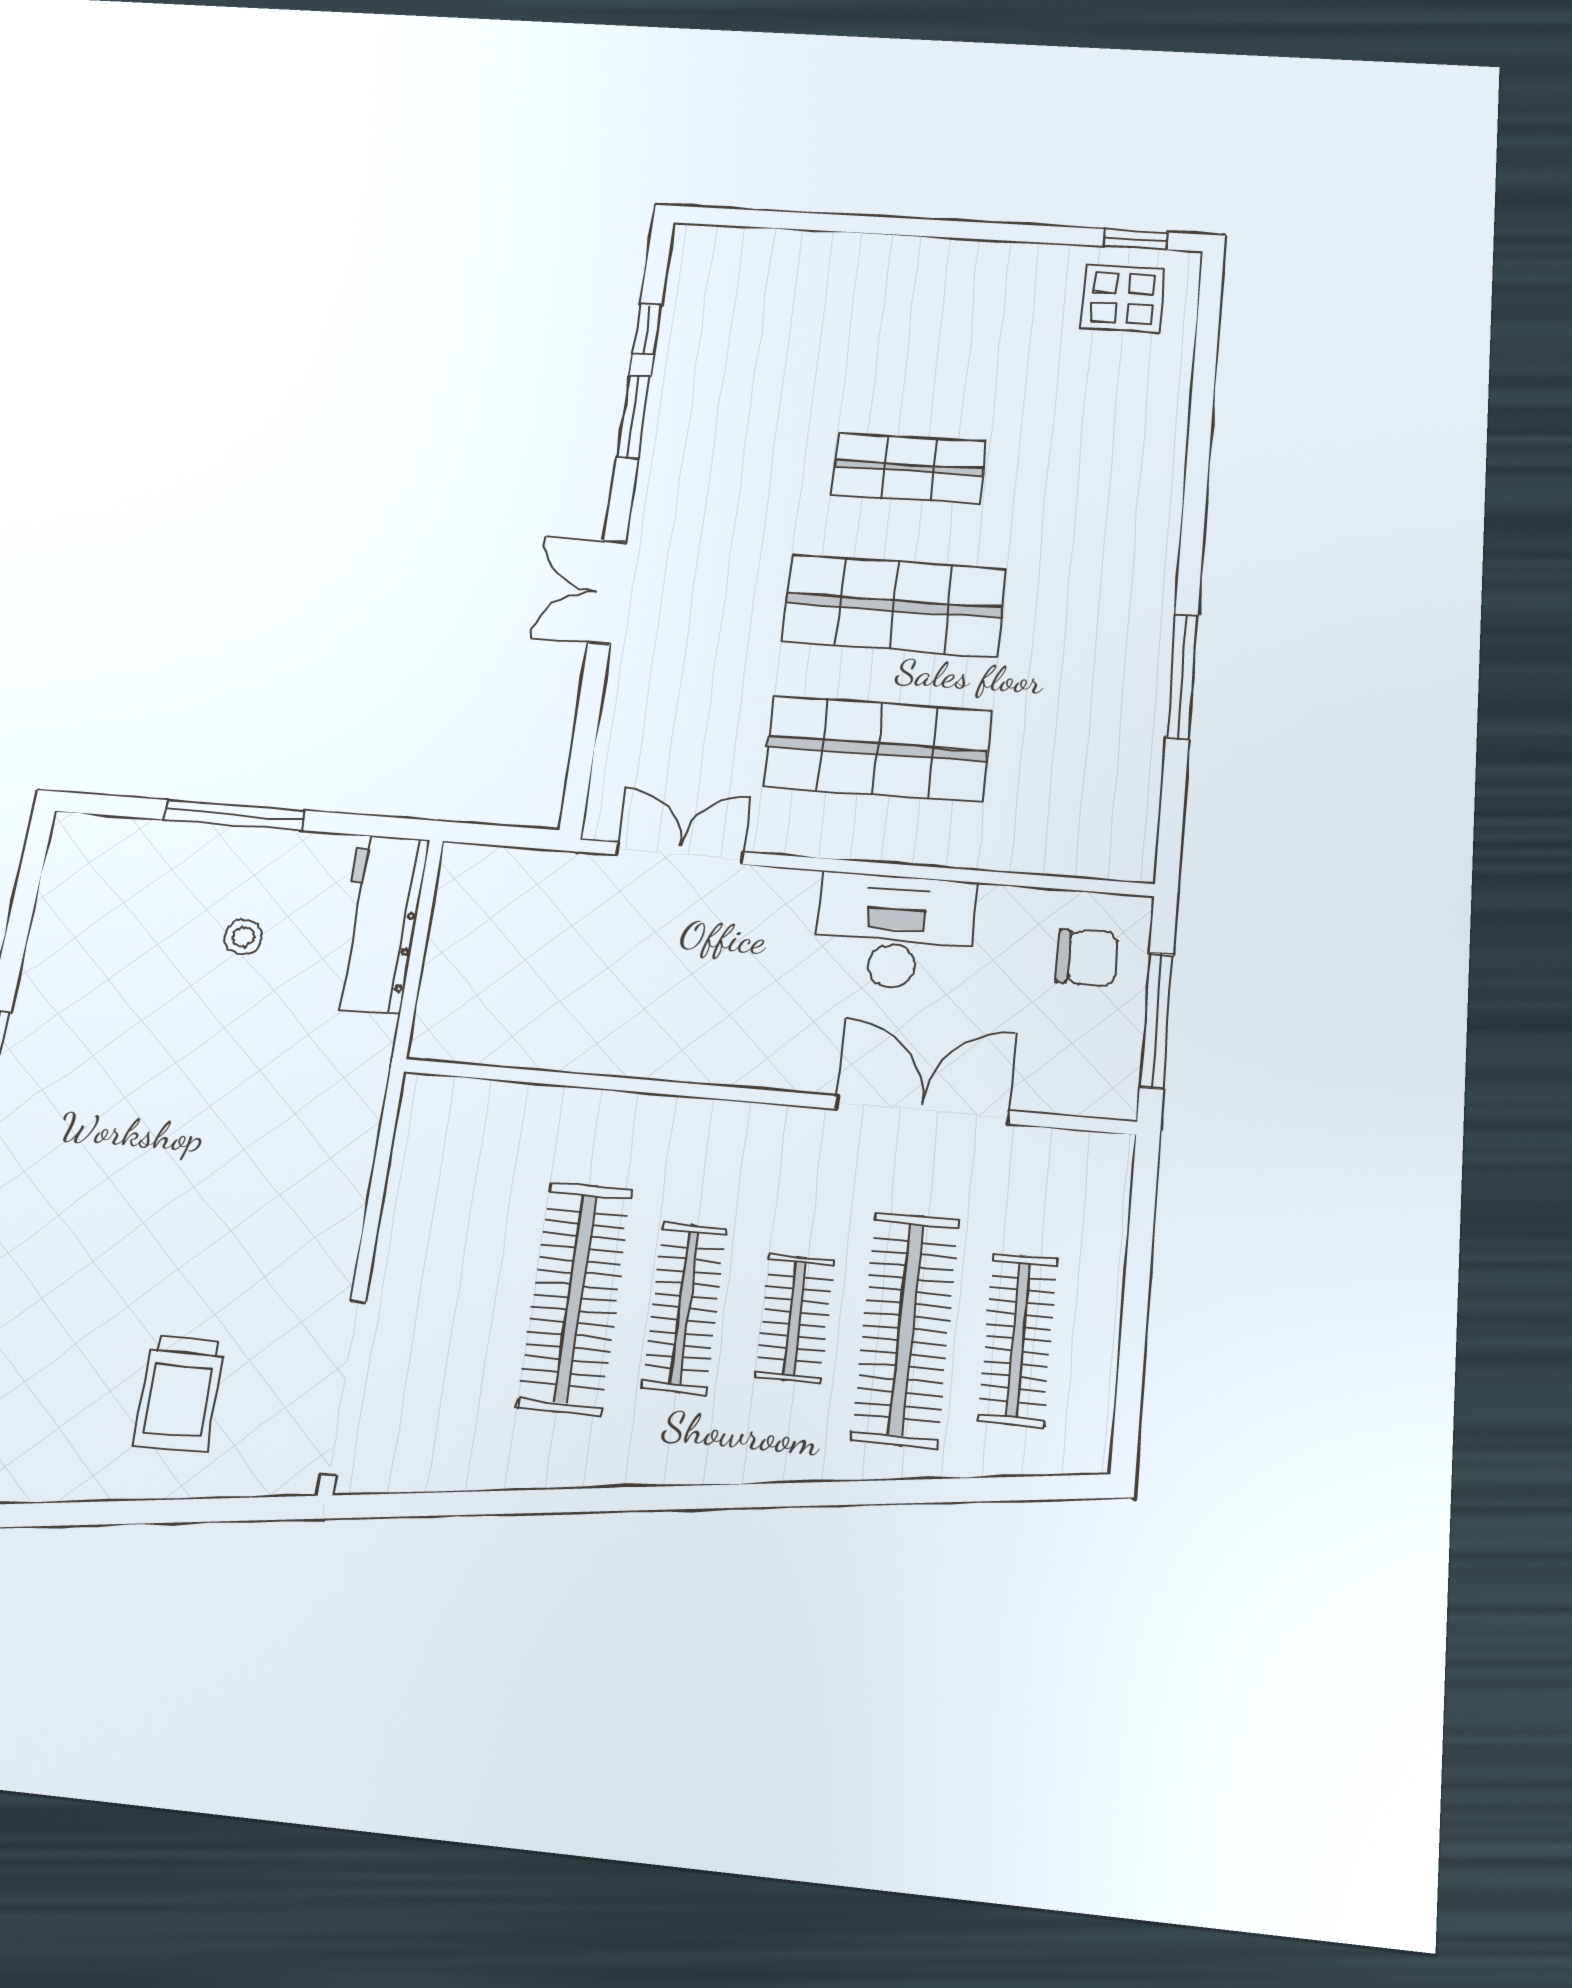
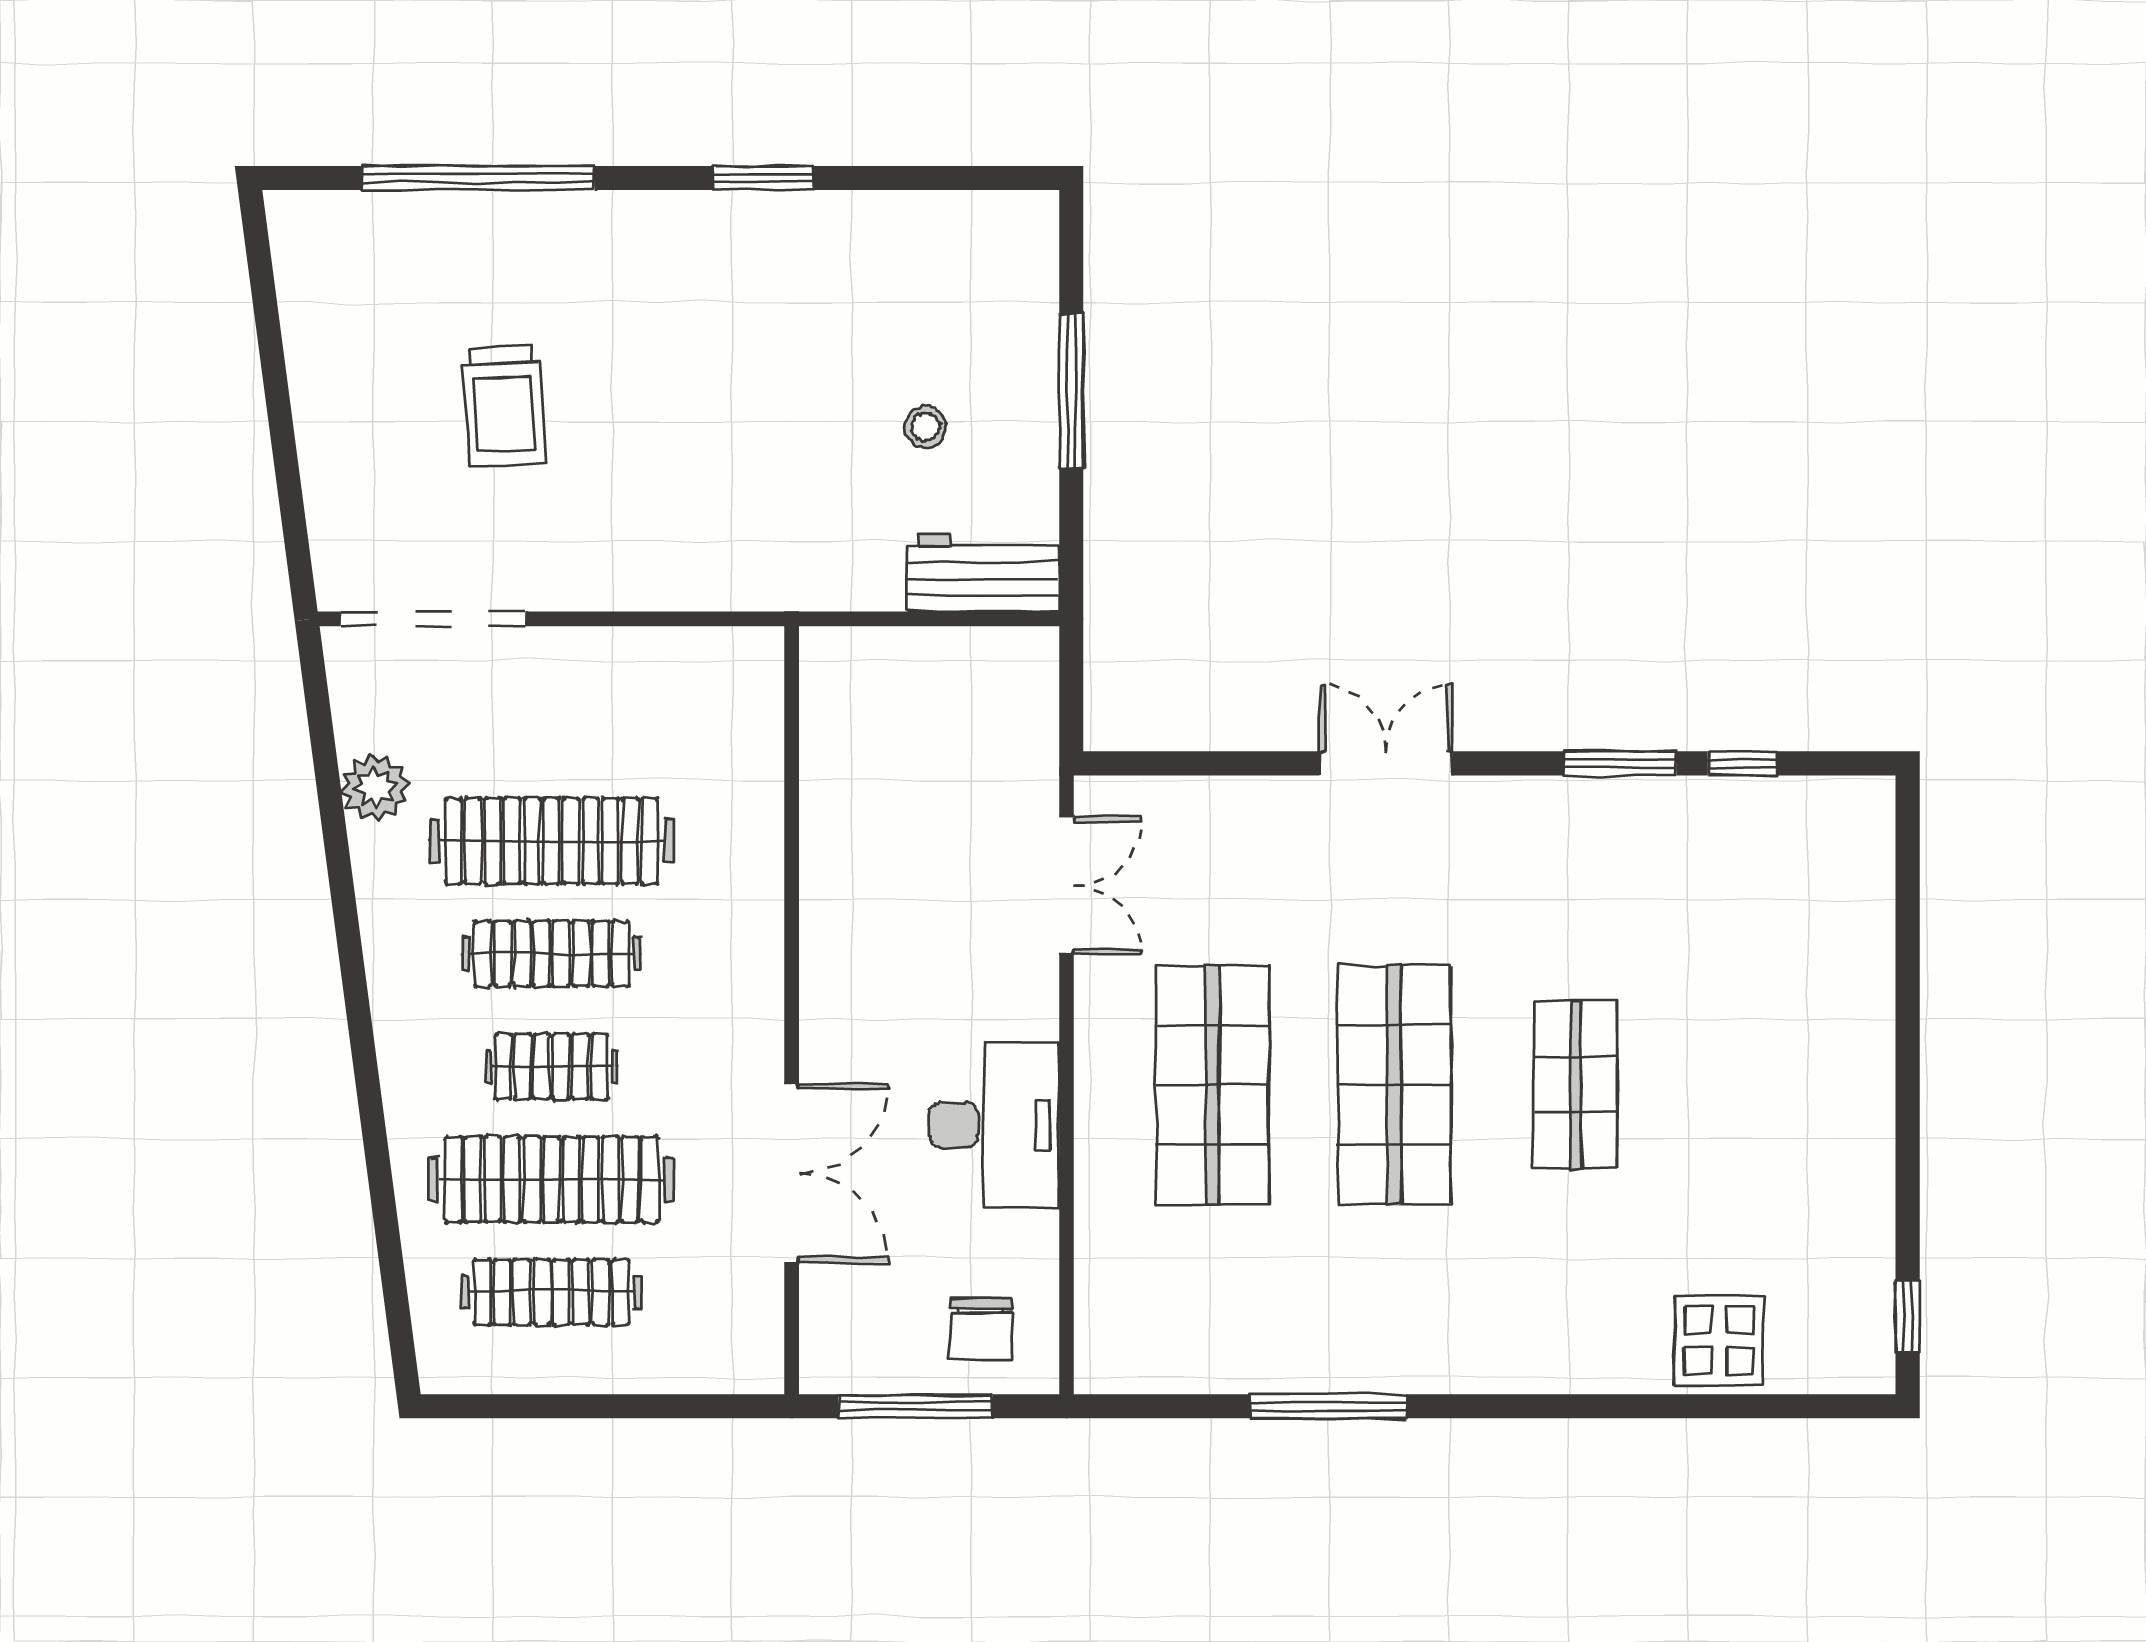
display table: (1123, 298) -> (1719, 1341), moved
workbench: (379, 923) -> (983, 572), width x0.73
trolley: (179, 1393) -> (504, 406), moved, turned -93
plant: (499, 1458) -> (375, 787), added

